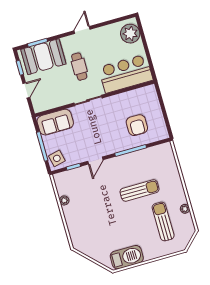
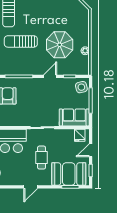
fridge: (43, 104) -> (80, 135), added
parasol: (95, 199) -> (60, 45), added

